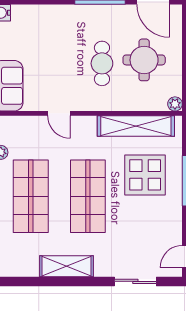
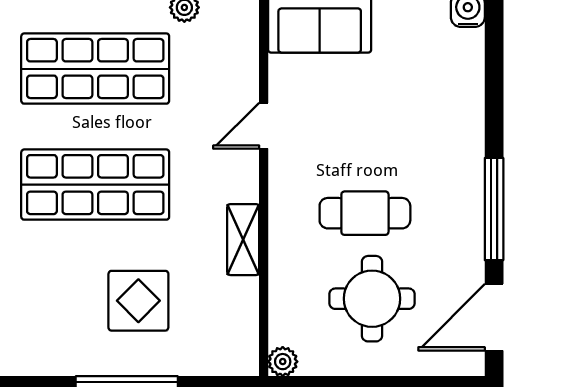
shelving: (136, 126) -> (243, 240), width x0.45, depth x0.75
display table: (145, 175) -> (138, 301), width x0.73, depth x0.73

